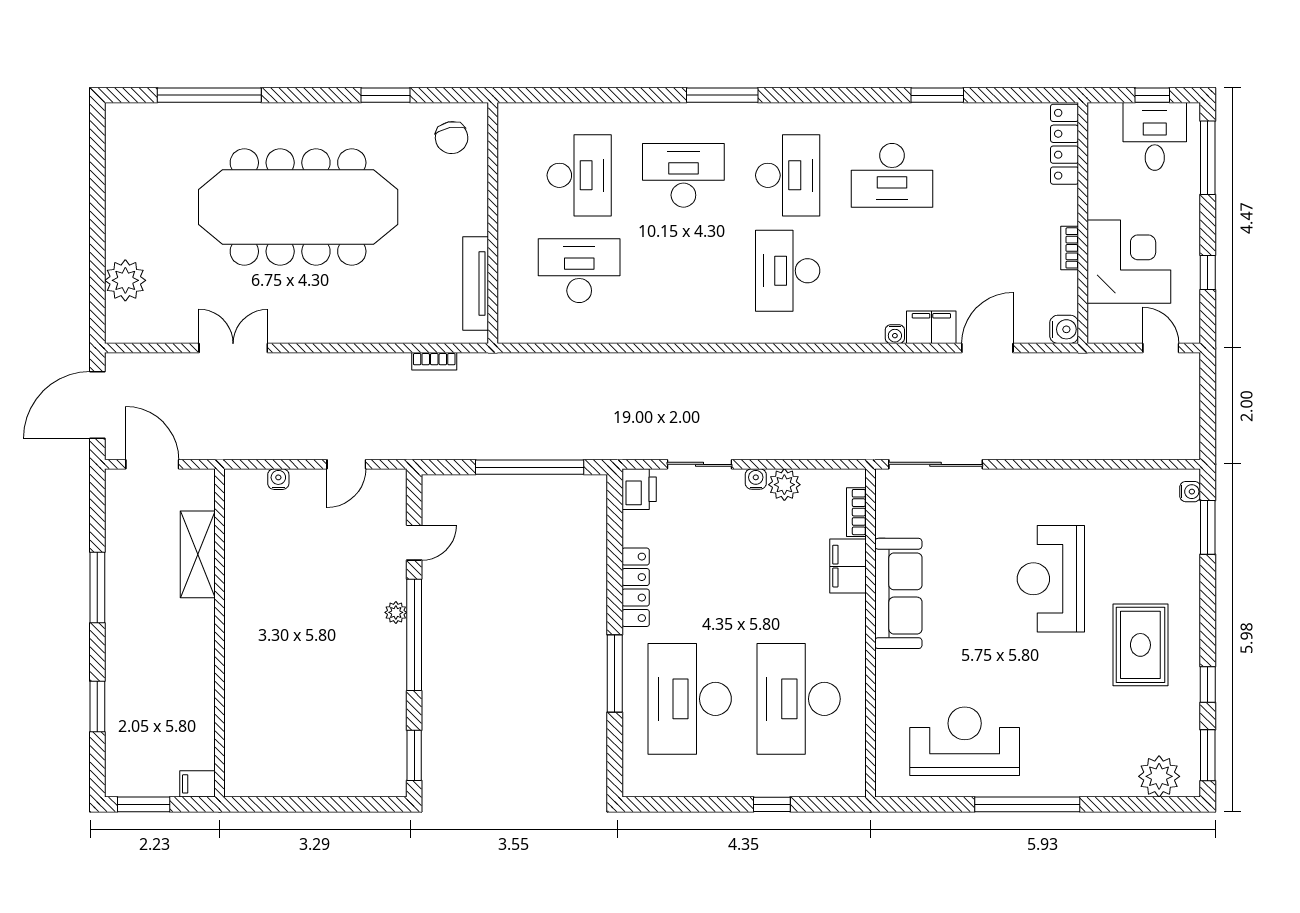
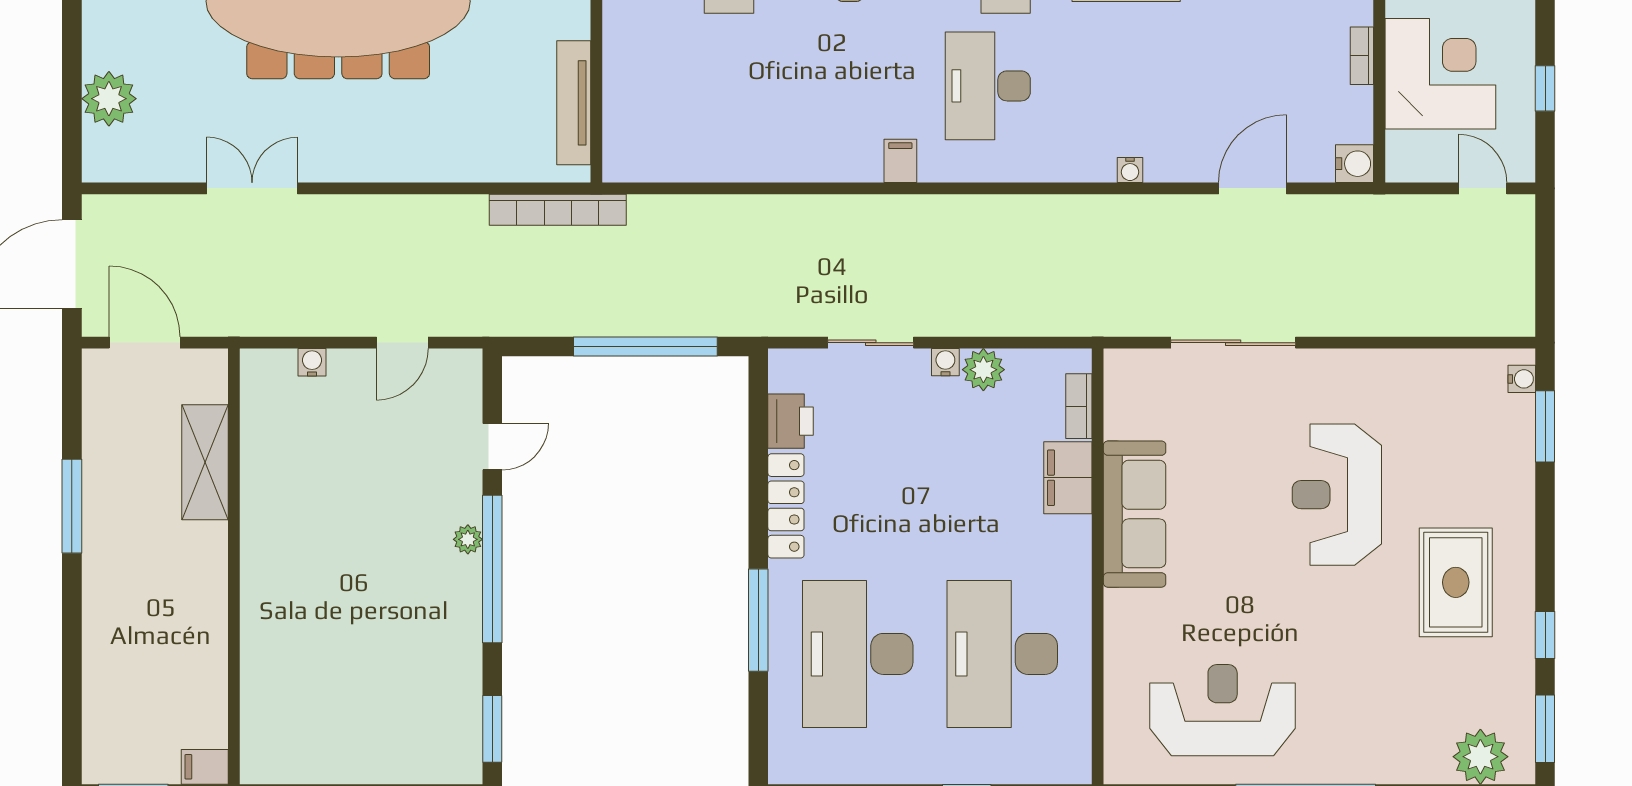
desk: (579, 271) -> (711, 86), removed
filing cabinet: (931, 327) -> (900, 161), moved, width x0.50
bookcase: (434, 361) -> (558, 210), width x2.31, depth x1.31
sliding door: (936, 464) -> (1233, 343), moved
printer: (639, 489) -> (791, 421), moved
window: (97, 707) -> (72, 664), removed

